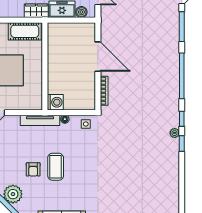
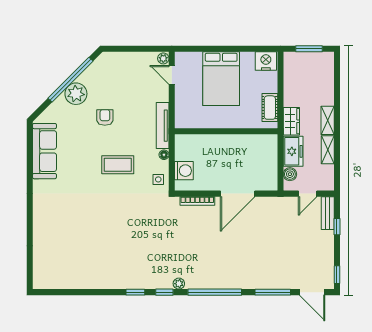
cot: (25, 31) -> (270, 108), width x0.73, depth x0.75
washing machine: (55, 102) -> (184, 171), moved, turned -90
plant: (175, 133) -> (179, 284), moved
coffee table: (56, 167) -> (118, 165), moved
armchair: (33, 169) -> (105, 117), turned 90

